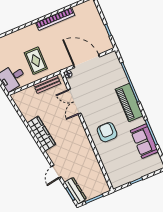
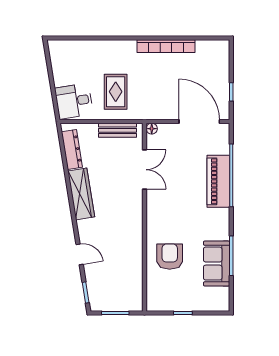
door: (87, 61) -> (199, 121), moved
double door: (74, 102) -> (145, 170), swing flipped
piano: (129, 103) -> (218, 181), moved
armchair: (107, 132) -> (170, 257), moved
door: (56, 172) -> (80, 254), swing flipped
dresser: (75, 191) -> (72, 149), moved

